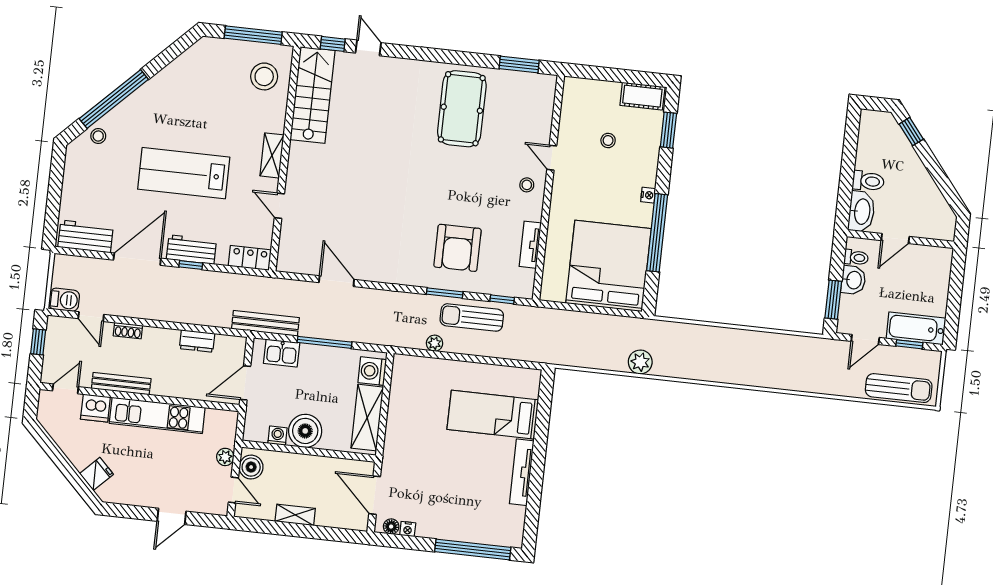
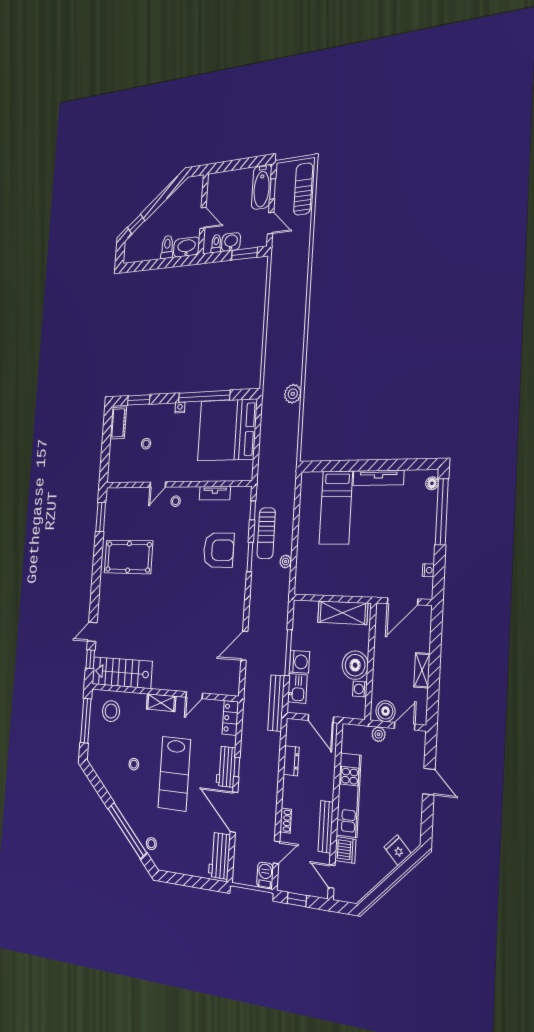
stool: (196, 111) -> (134, 764), added
washing machine: (372, 371) -> (299, 662), moved, turned -90
floor lamp: (391, 527) -> (432, 483), moved

